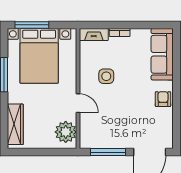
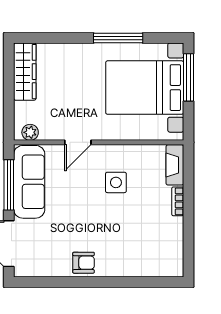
sofa: (162, 54) -> (29, 182), moved, turned 90
wardrobe: (15, 124) -> (25, 72), moved, turned -90
plant: (66, 132) -> (30, 132), width x0.53, depth x0.53

